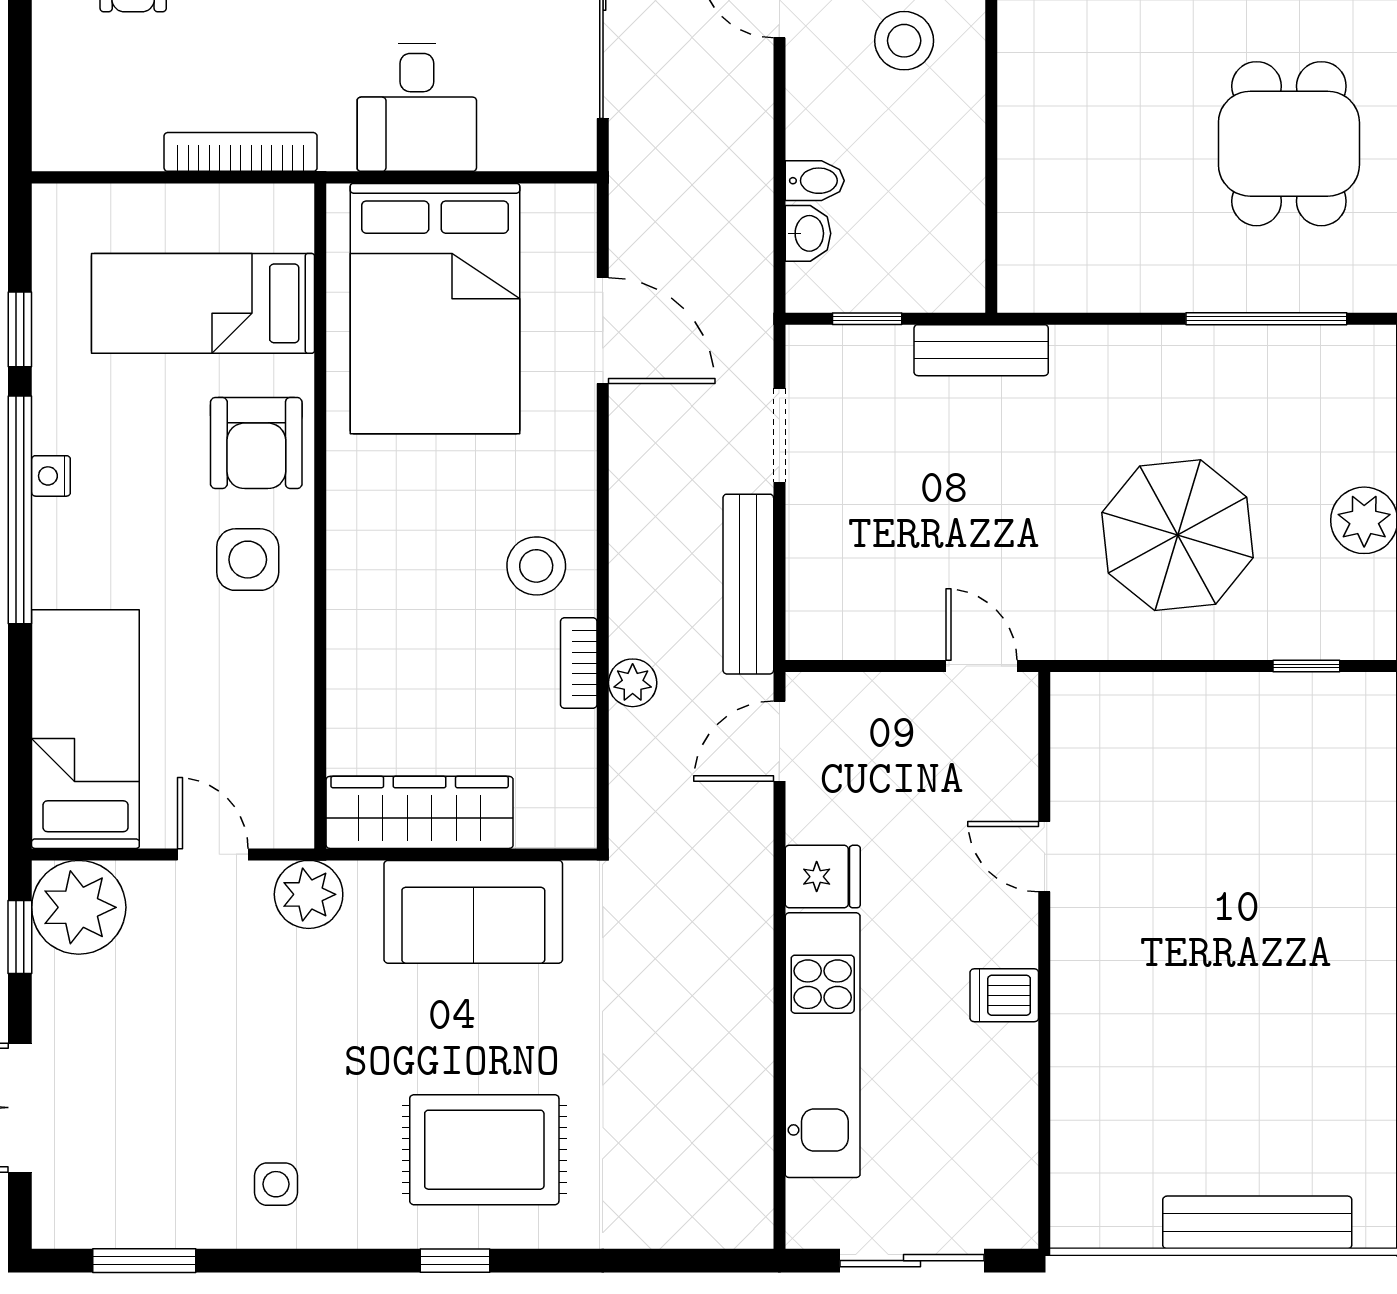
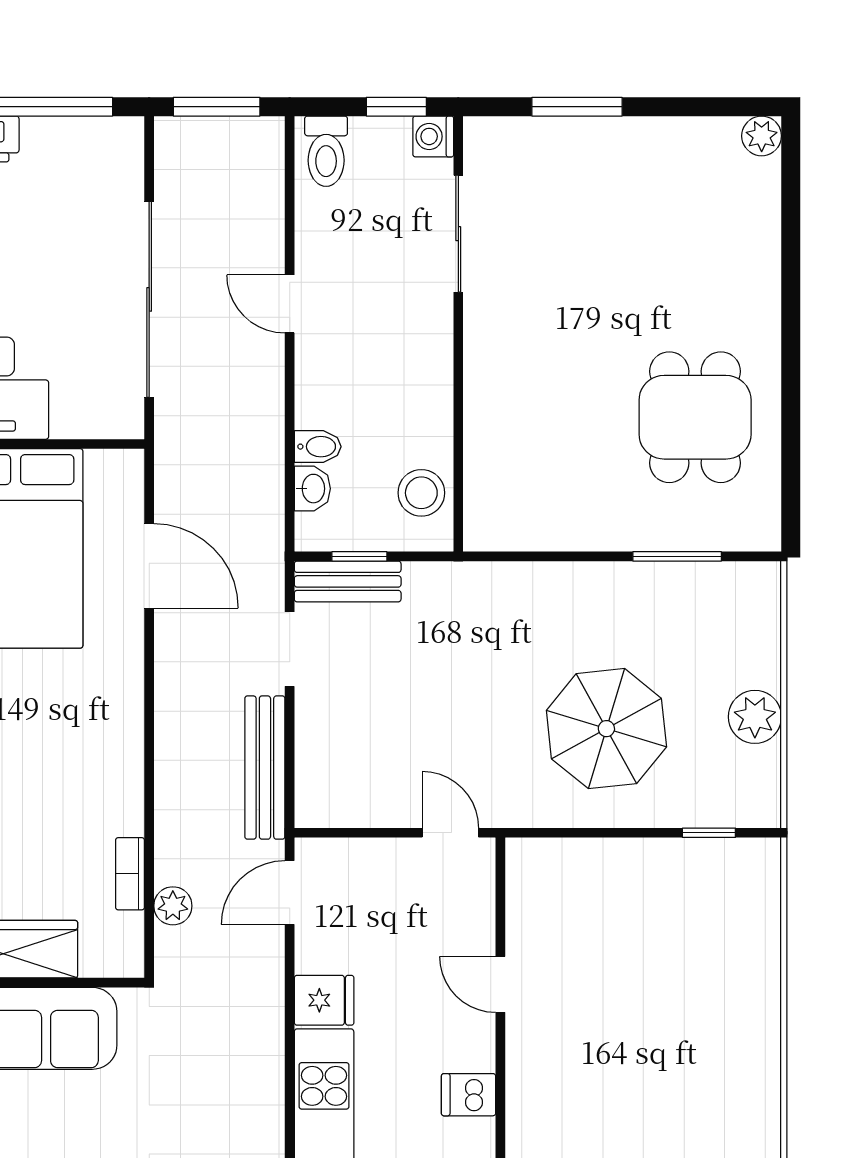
stool: (904, 41) -> (421, 493), moved
window: (1266, 319) -> (677, 556), width x0.69
bench: (981, 350) -> (348, 581), moved
stool: (536, 566) -> (96, 753), removed
bookcase: (579, 663) -> (130, 874), moved
plant: (633, 683) -> (173, 906), moved

